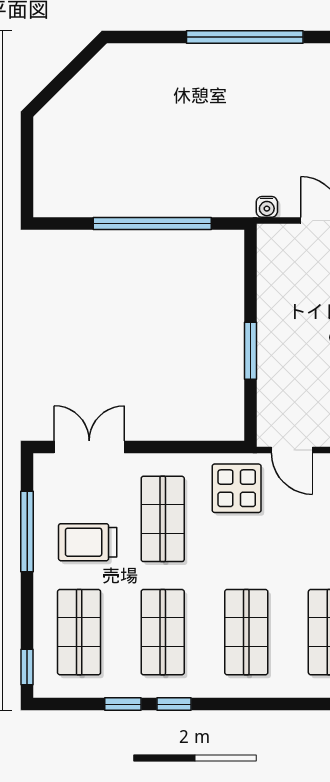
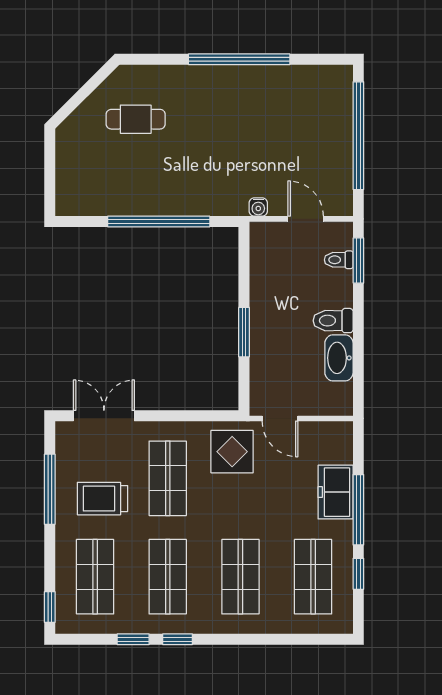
cafe table: (126, 106) -> (136, 119), added

